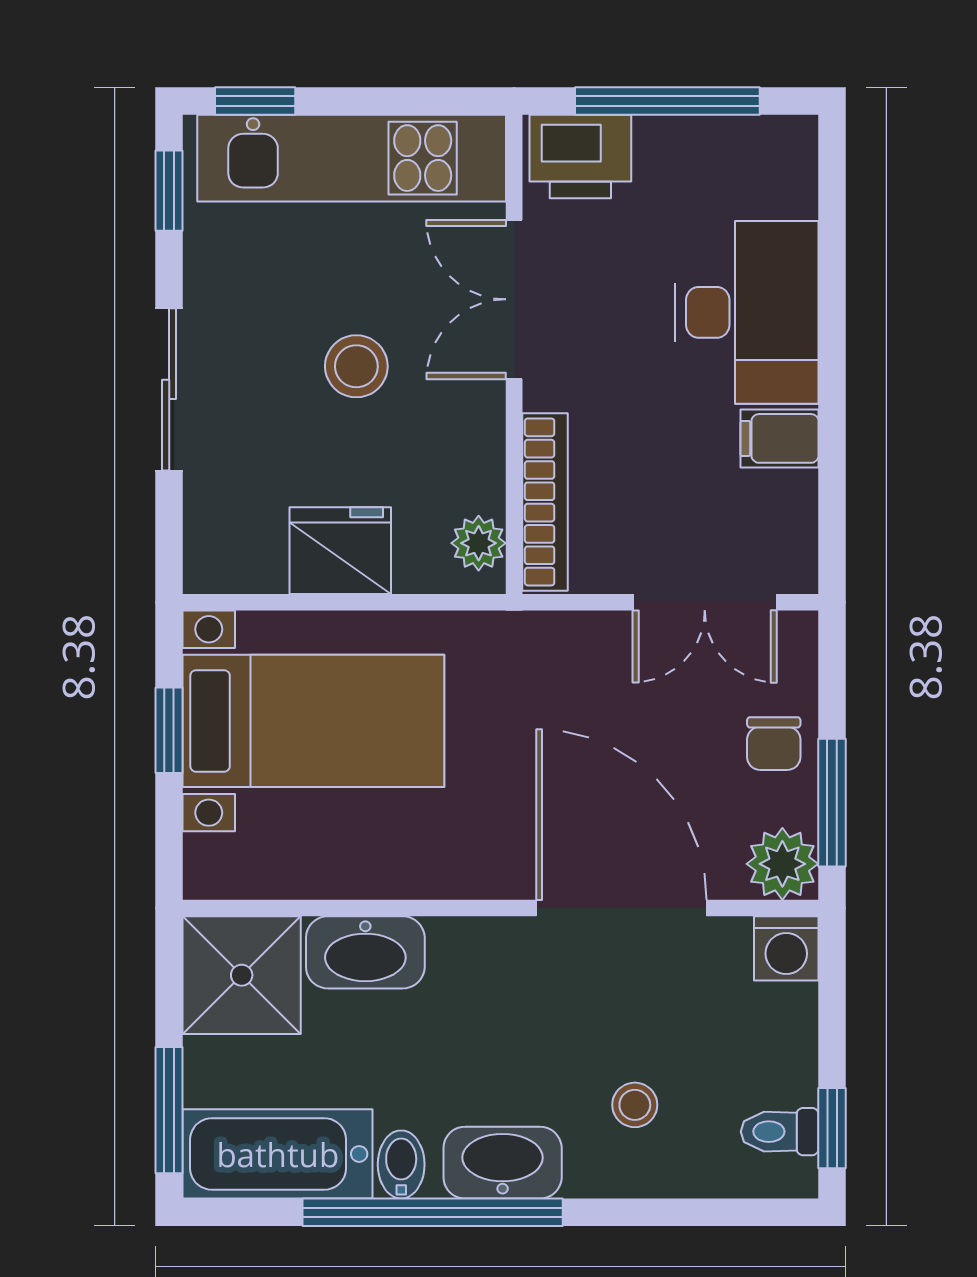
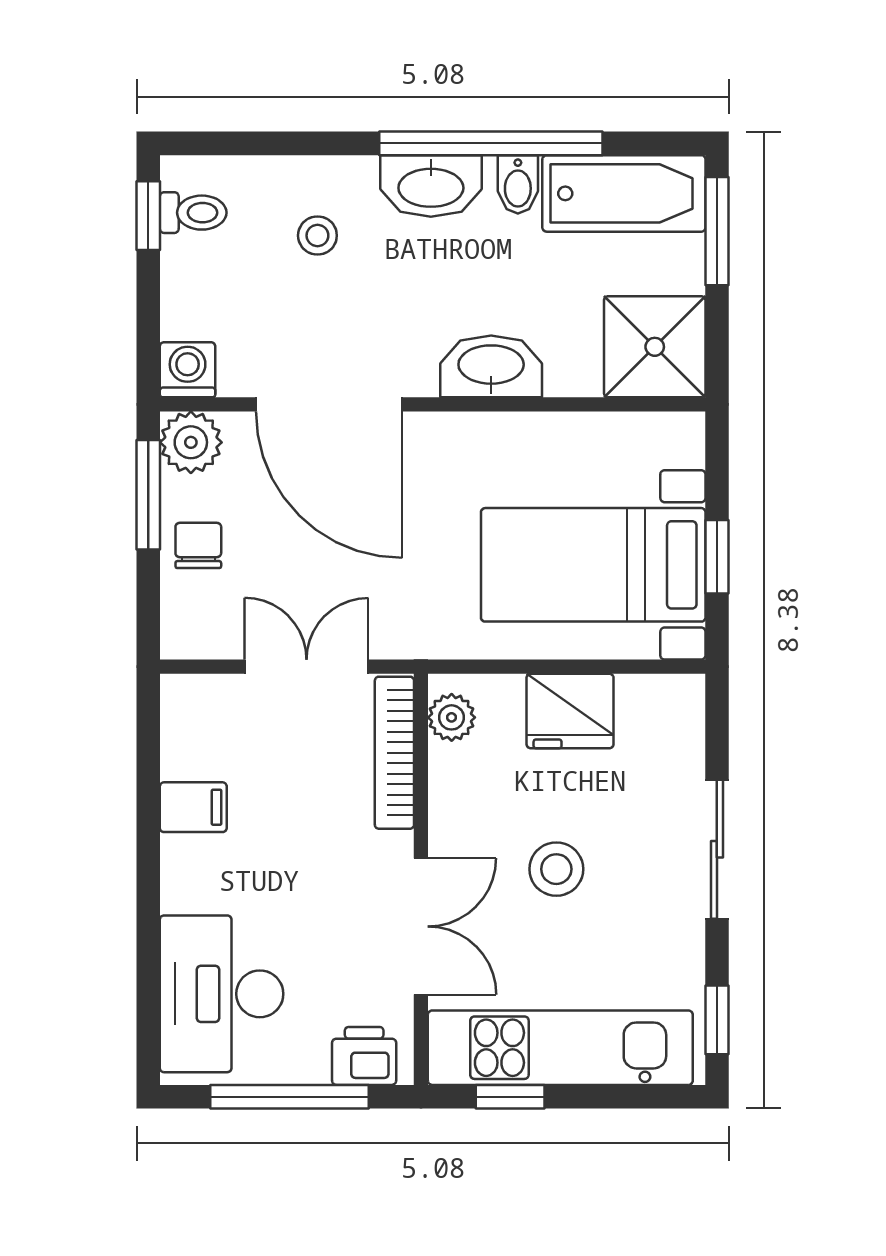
window: (255, 101) -> (510, 1097), moved
printer: (580, 157) -> (364, 1056), width x0.73, depth x0.81
desk: (747, 312) -> (222, 994), moved
double door: (705, 602) -> (307, 667), moved
washbasin: (365, 952) -> (491, 366), moved

